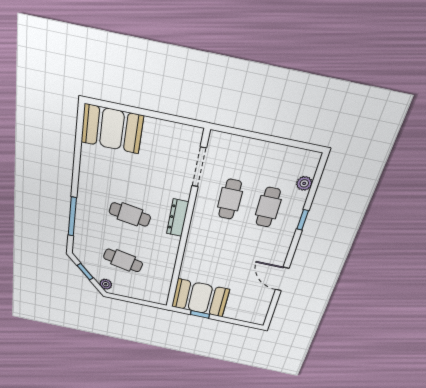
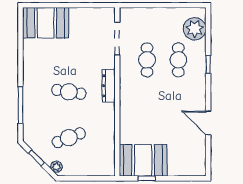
plant: (304, 183) -> (195, 29), width x1.88, depth x1.88
cafe table: (123, 260) -> (69, 138), turned -33

